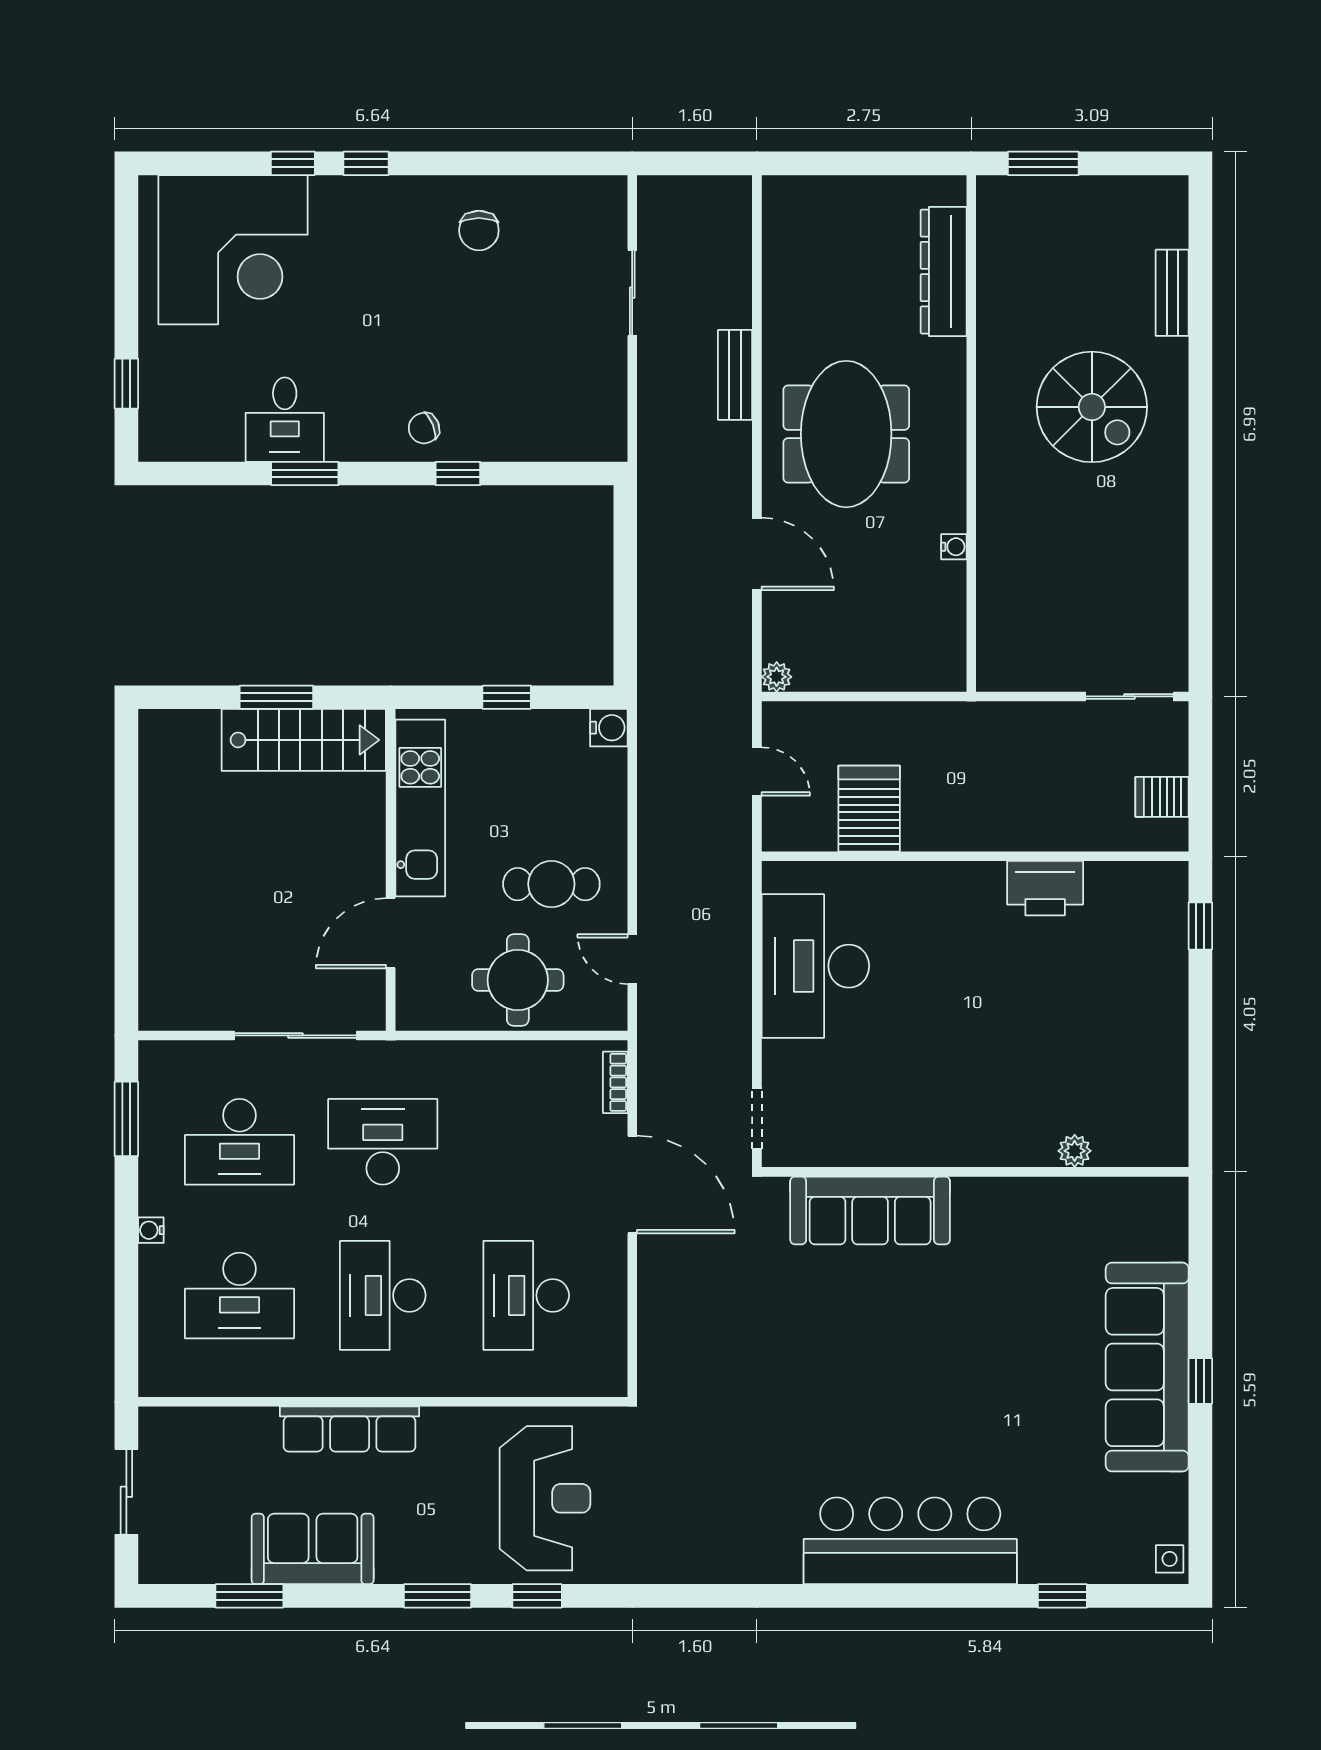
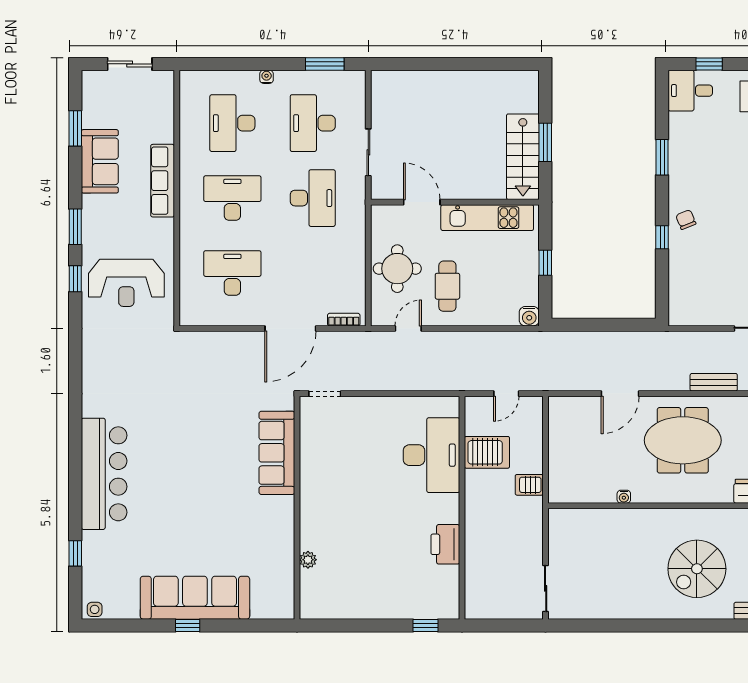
desk: (285, 420) -> (690, 91), moved
plant: (777, 677) -> (556, 404), removed
server rack: (1162, 797) -> (529, 485), moved, turned -90
desk: (815, 966) -> (431, 455), moved, turned 90
sliding door: (295, 1035) -> (368, 152), width x0.73

